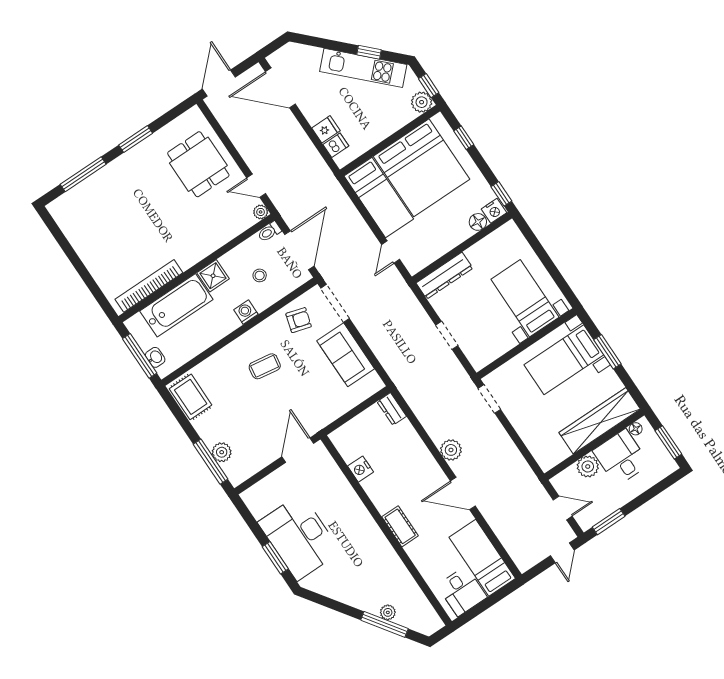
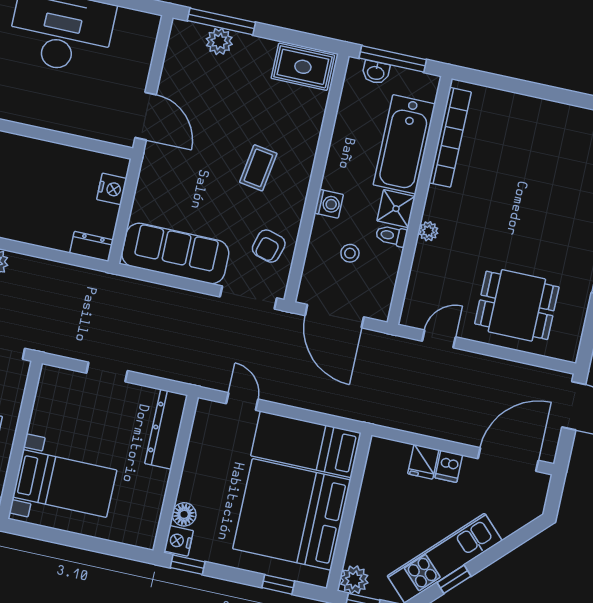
dishwasher: (336, 145) -> (449, 466), moved
plant: (261, 212) -> (428, 231), moved
toilet: (269, 232) -> (391, 236), moved, turned -90
sofa: (346, 355) -> (175, 253), width x1.36
nightstand: (361, 469) -> (112, 189), moved, turned 90

